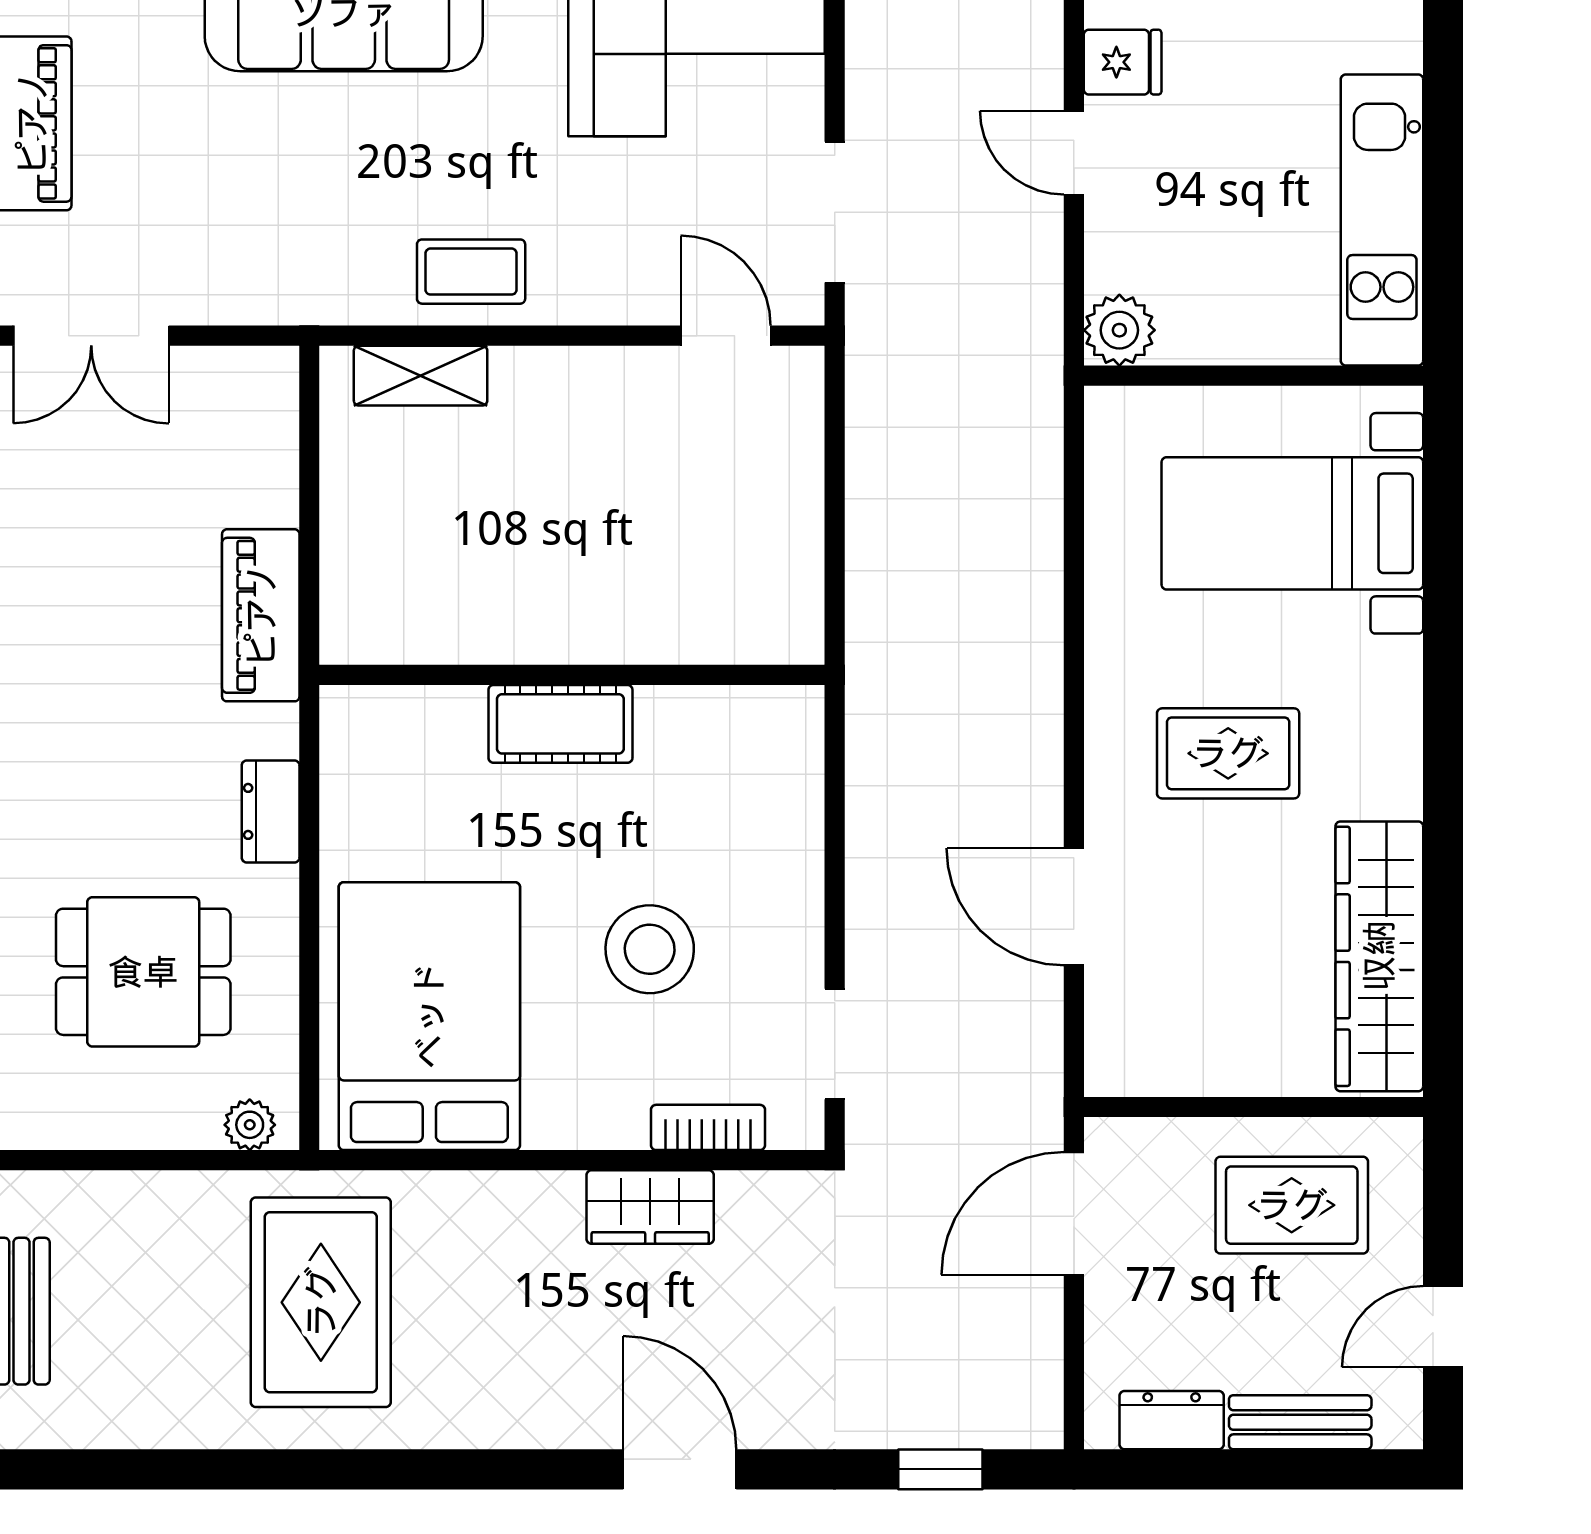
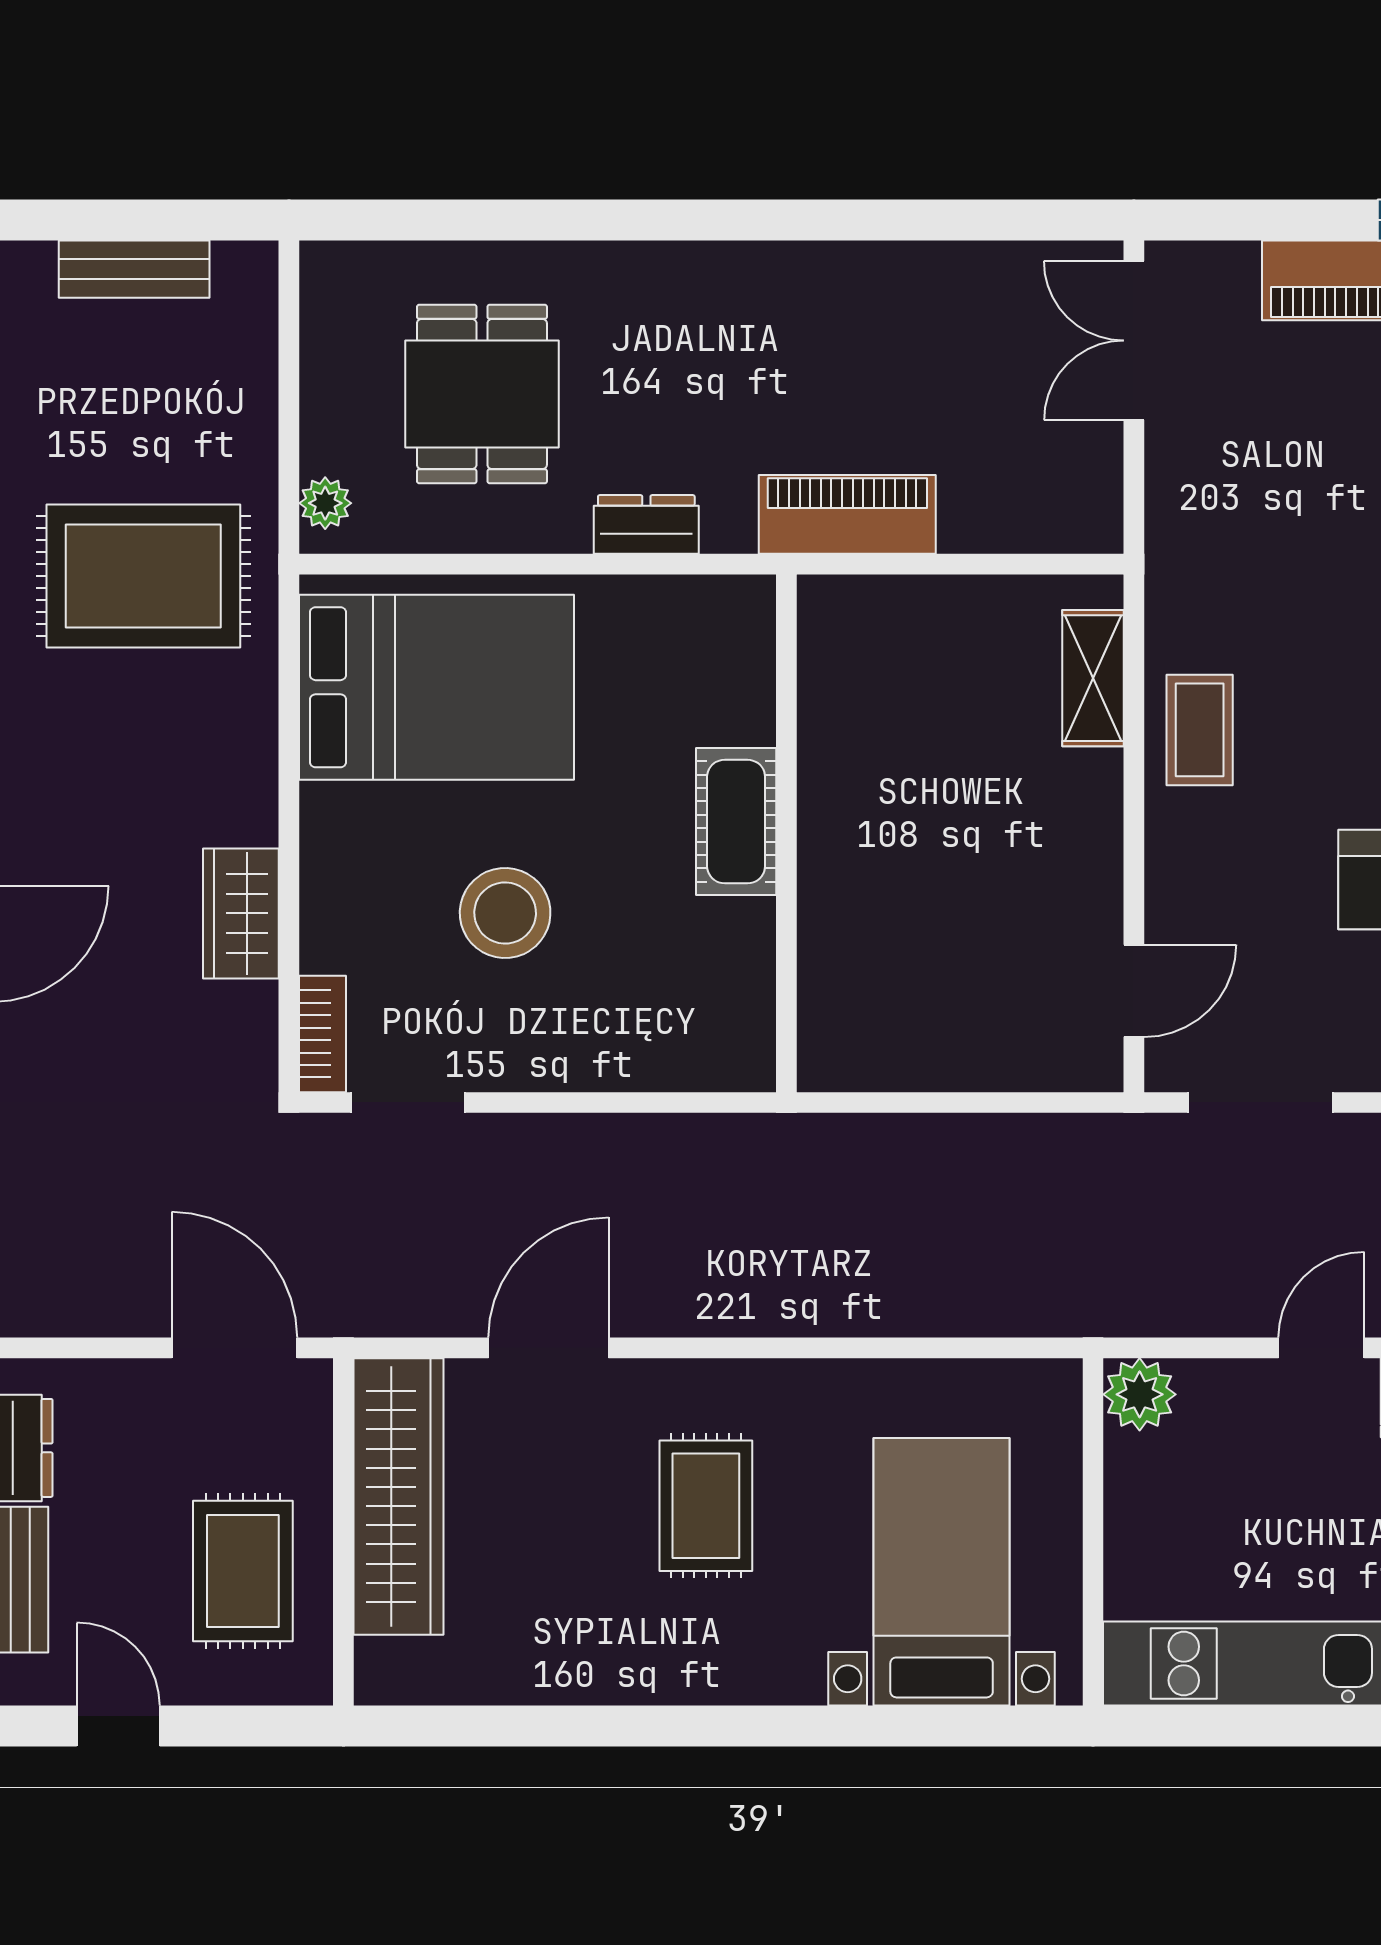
wardrobe: (1379, 956) -> (398, 1496), moved, turned 90
bookcase: (708, 1127) -> (322, 1034), moved

